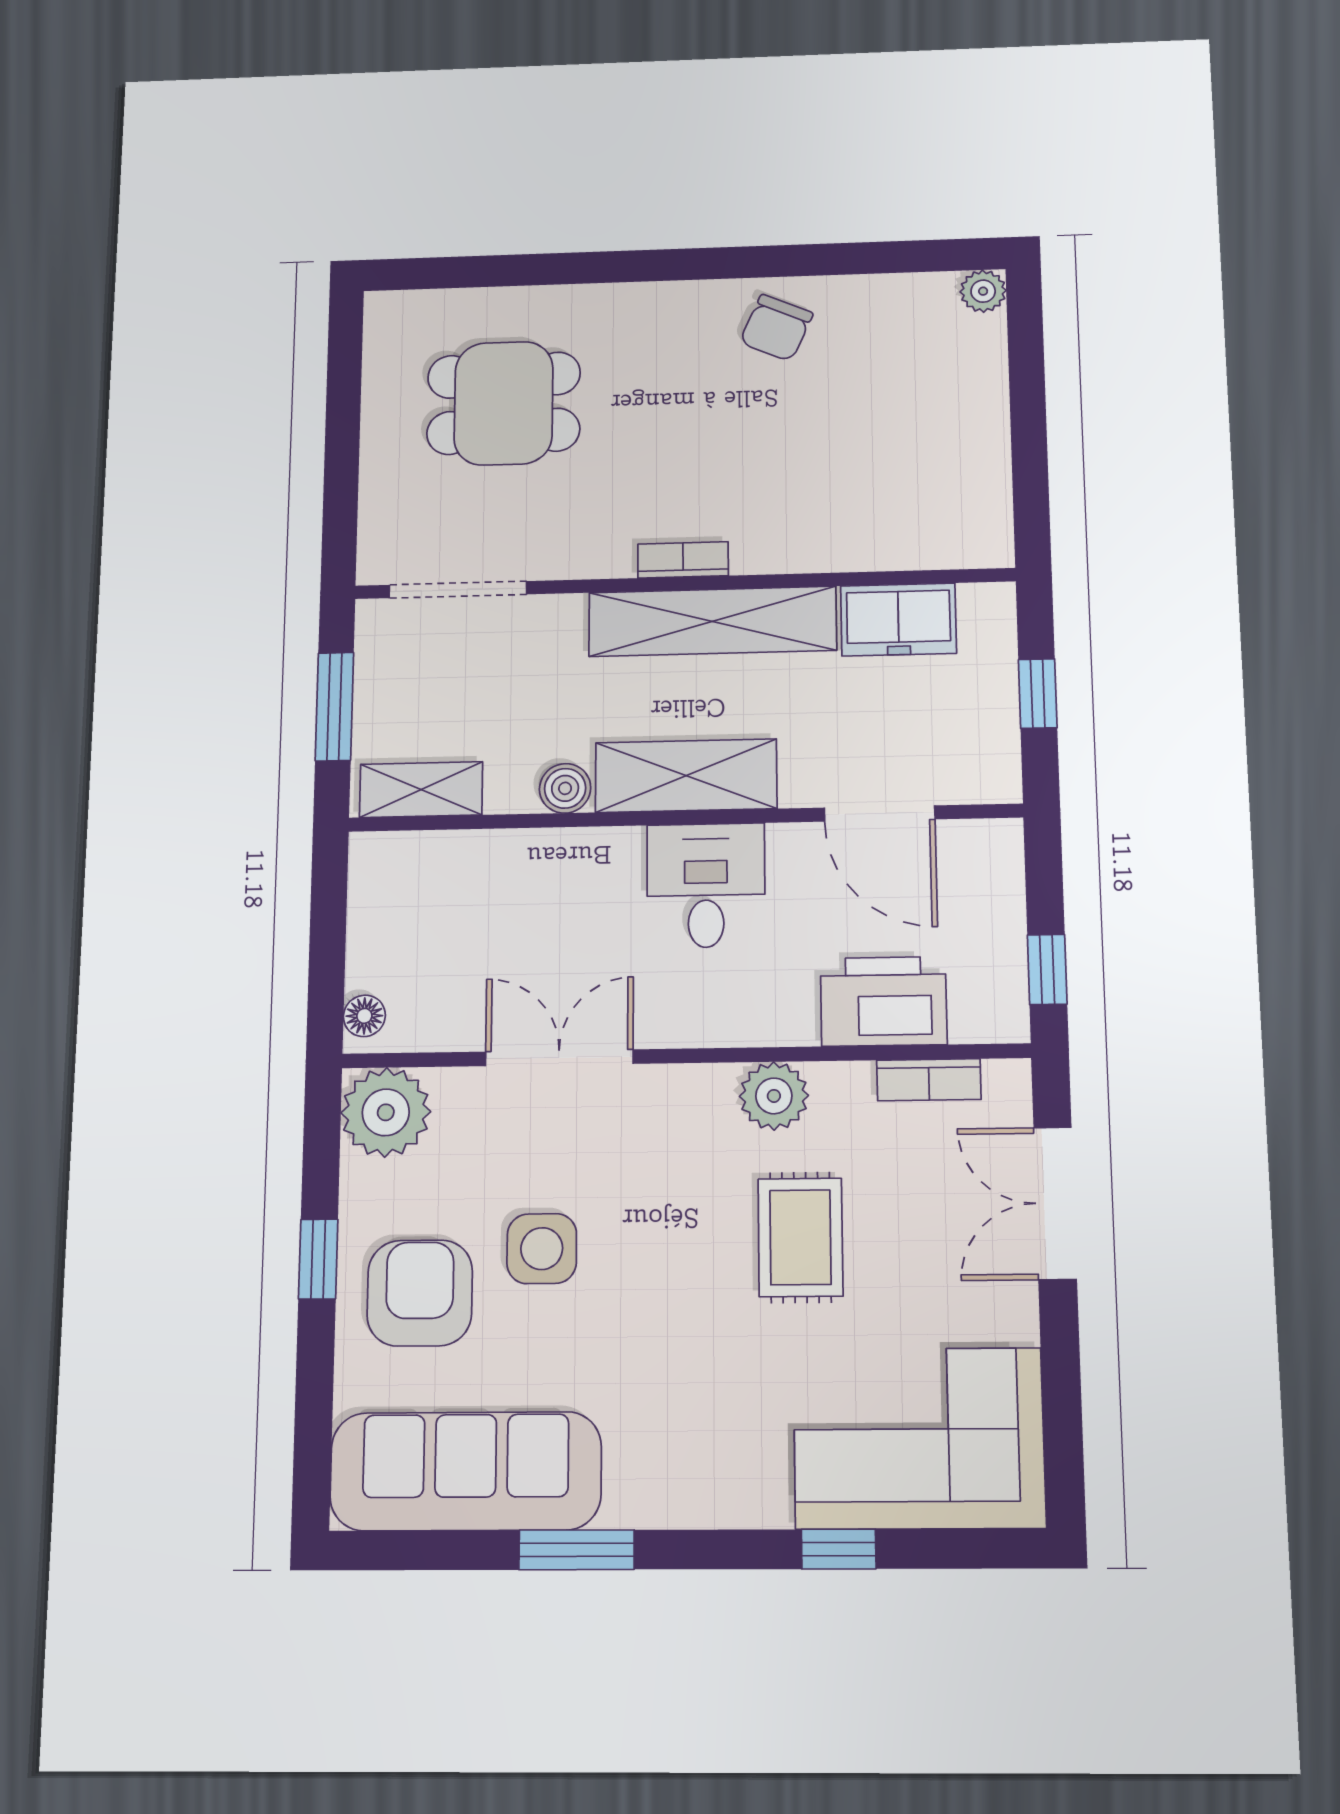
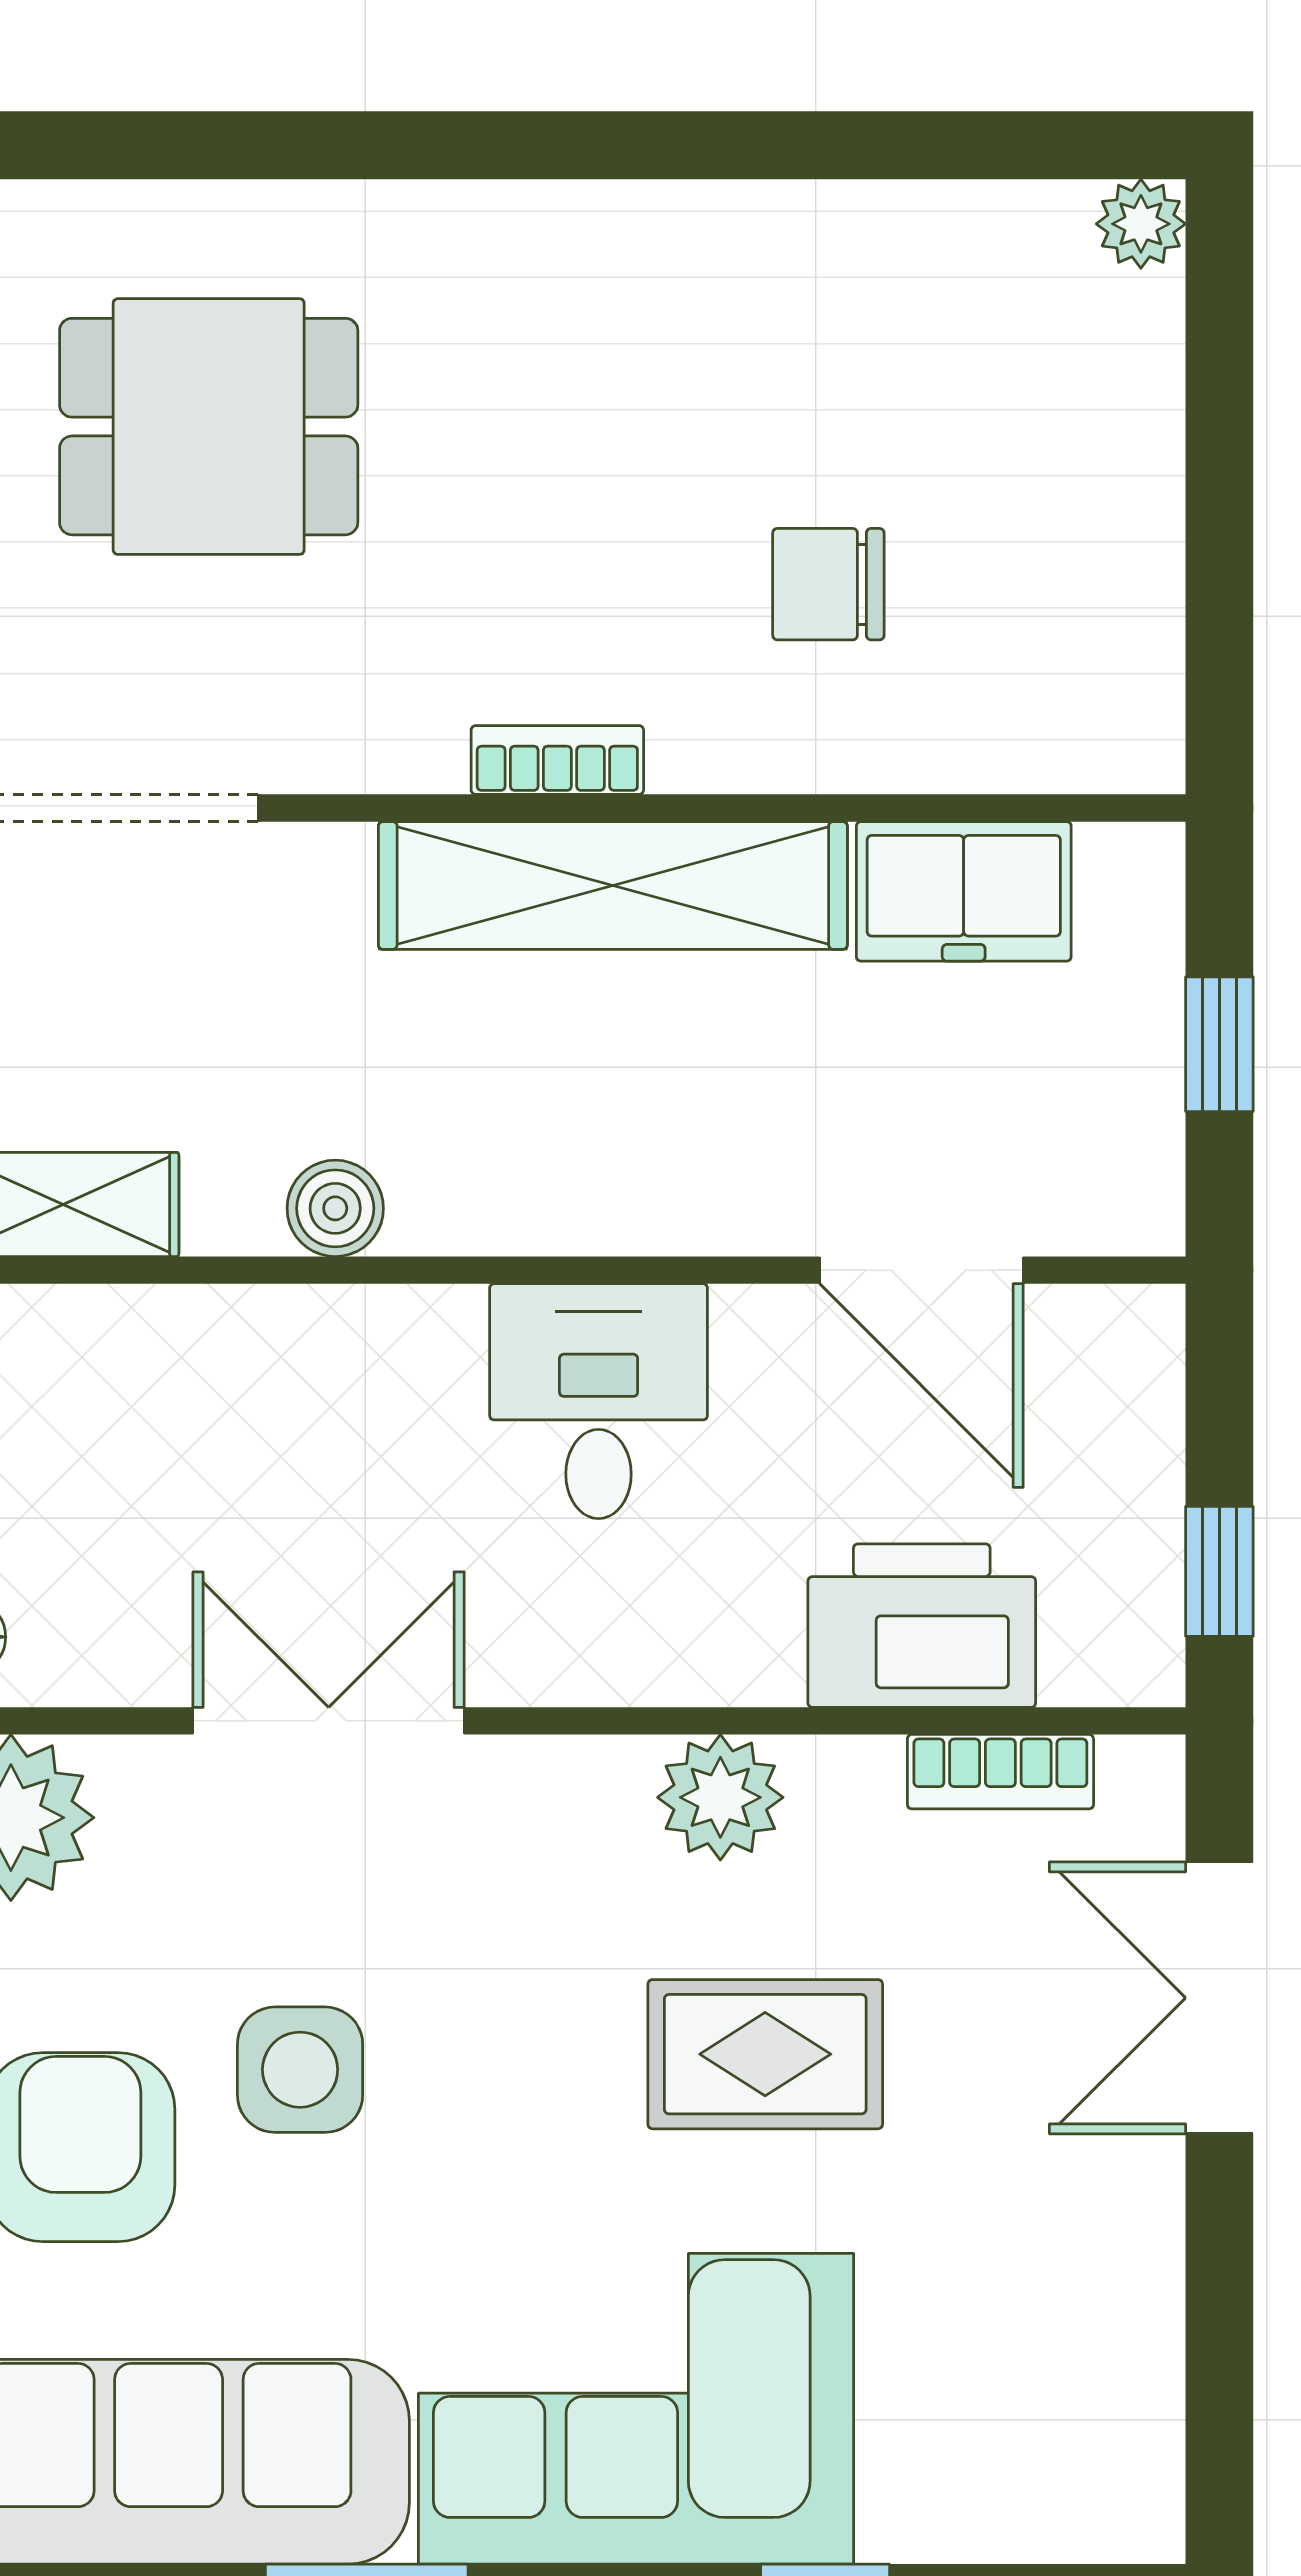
chair: (776, 328) -> (828, 584), moved, turned 66
shelving: (686, 776) -> (562, 1189), removed
rug: (800, 1237) -> (765, 2054), turned 90
corner sofa: (919, 1438) -> (636, 2409), moved

